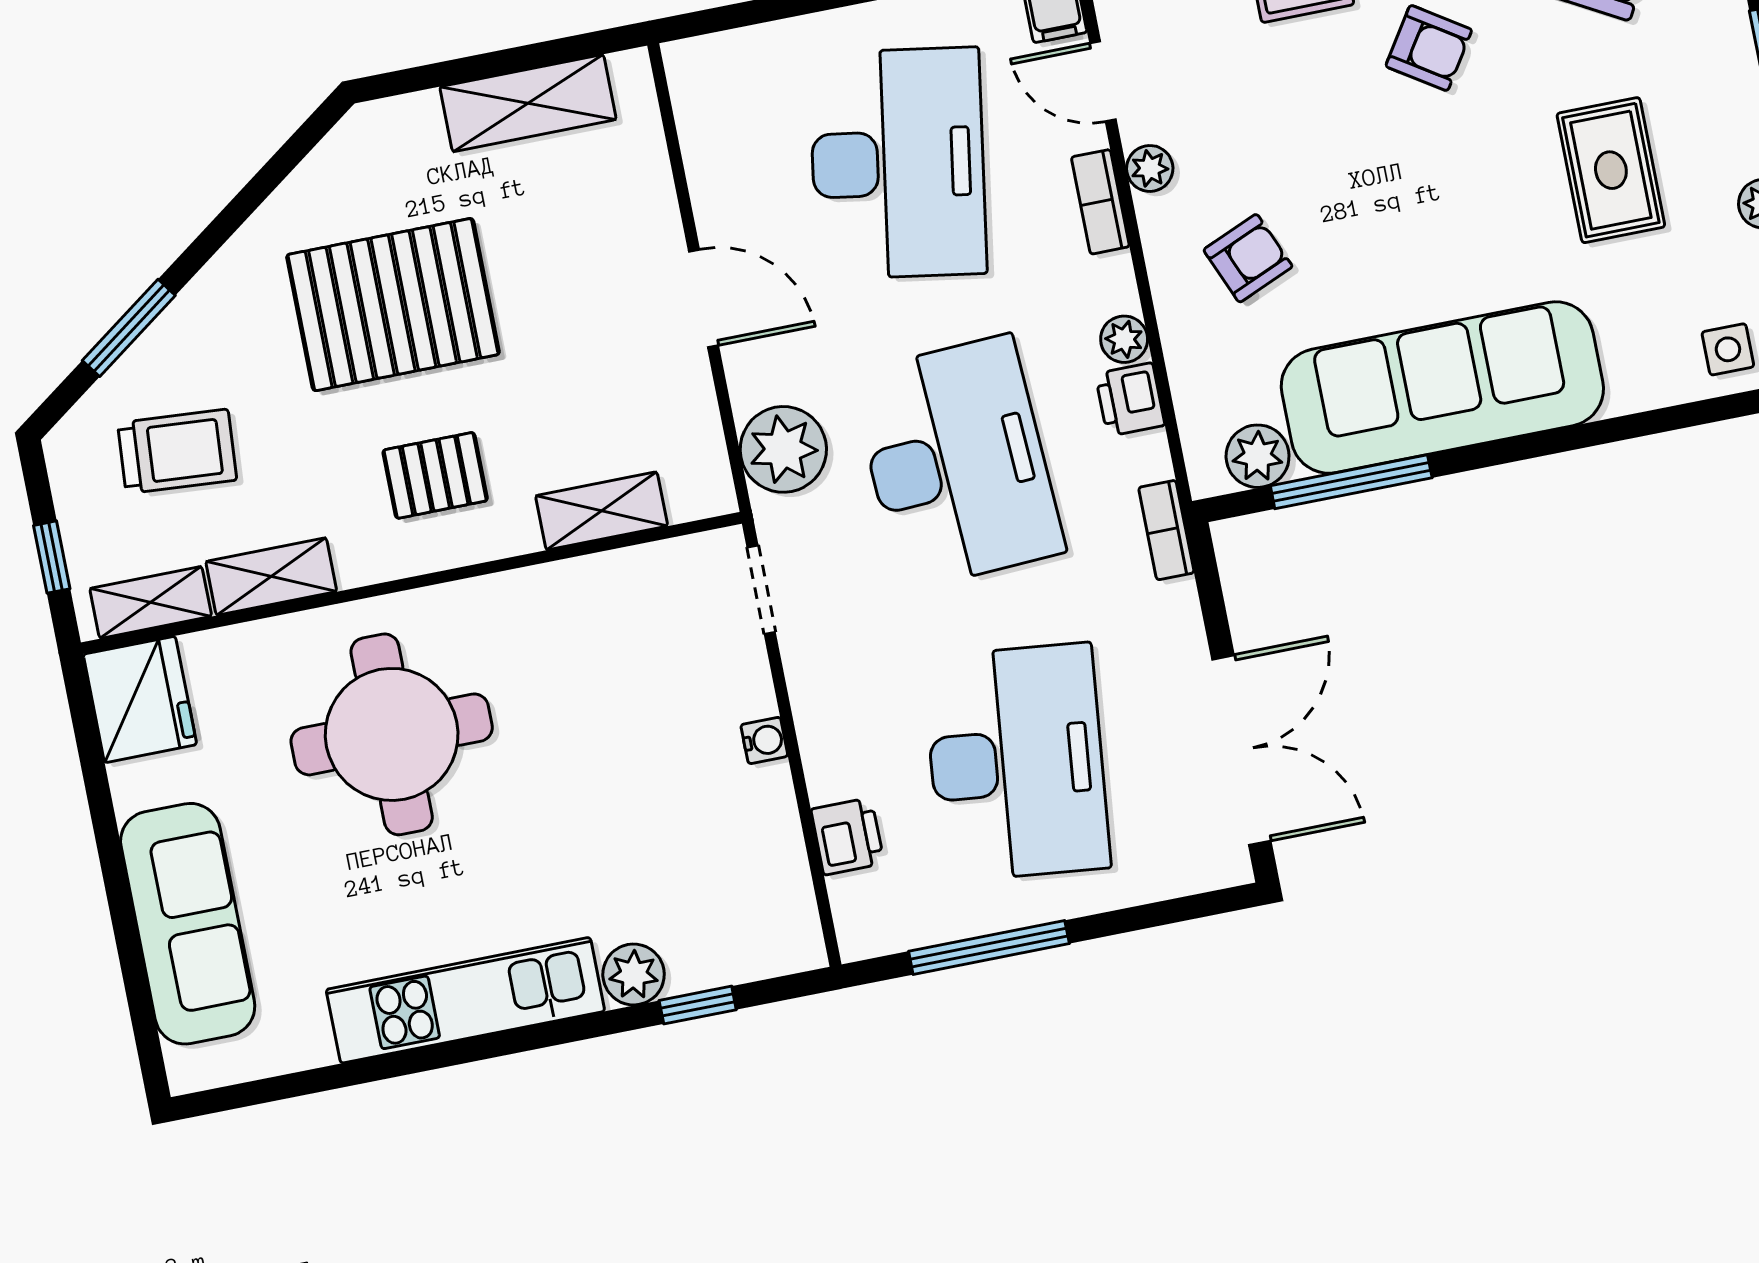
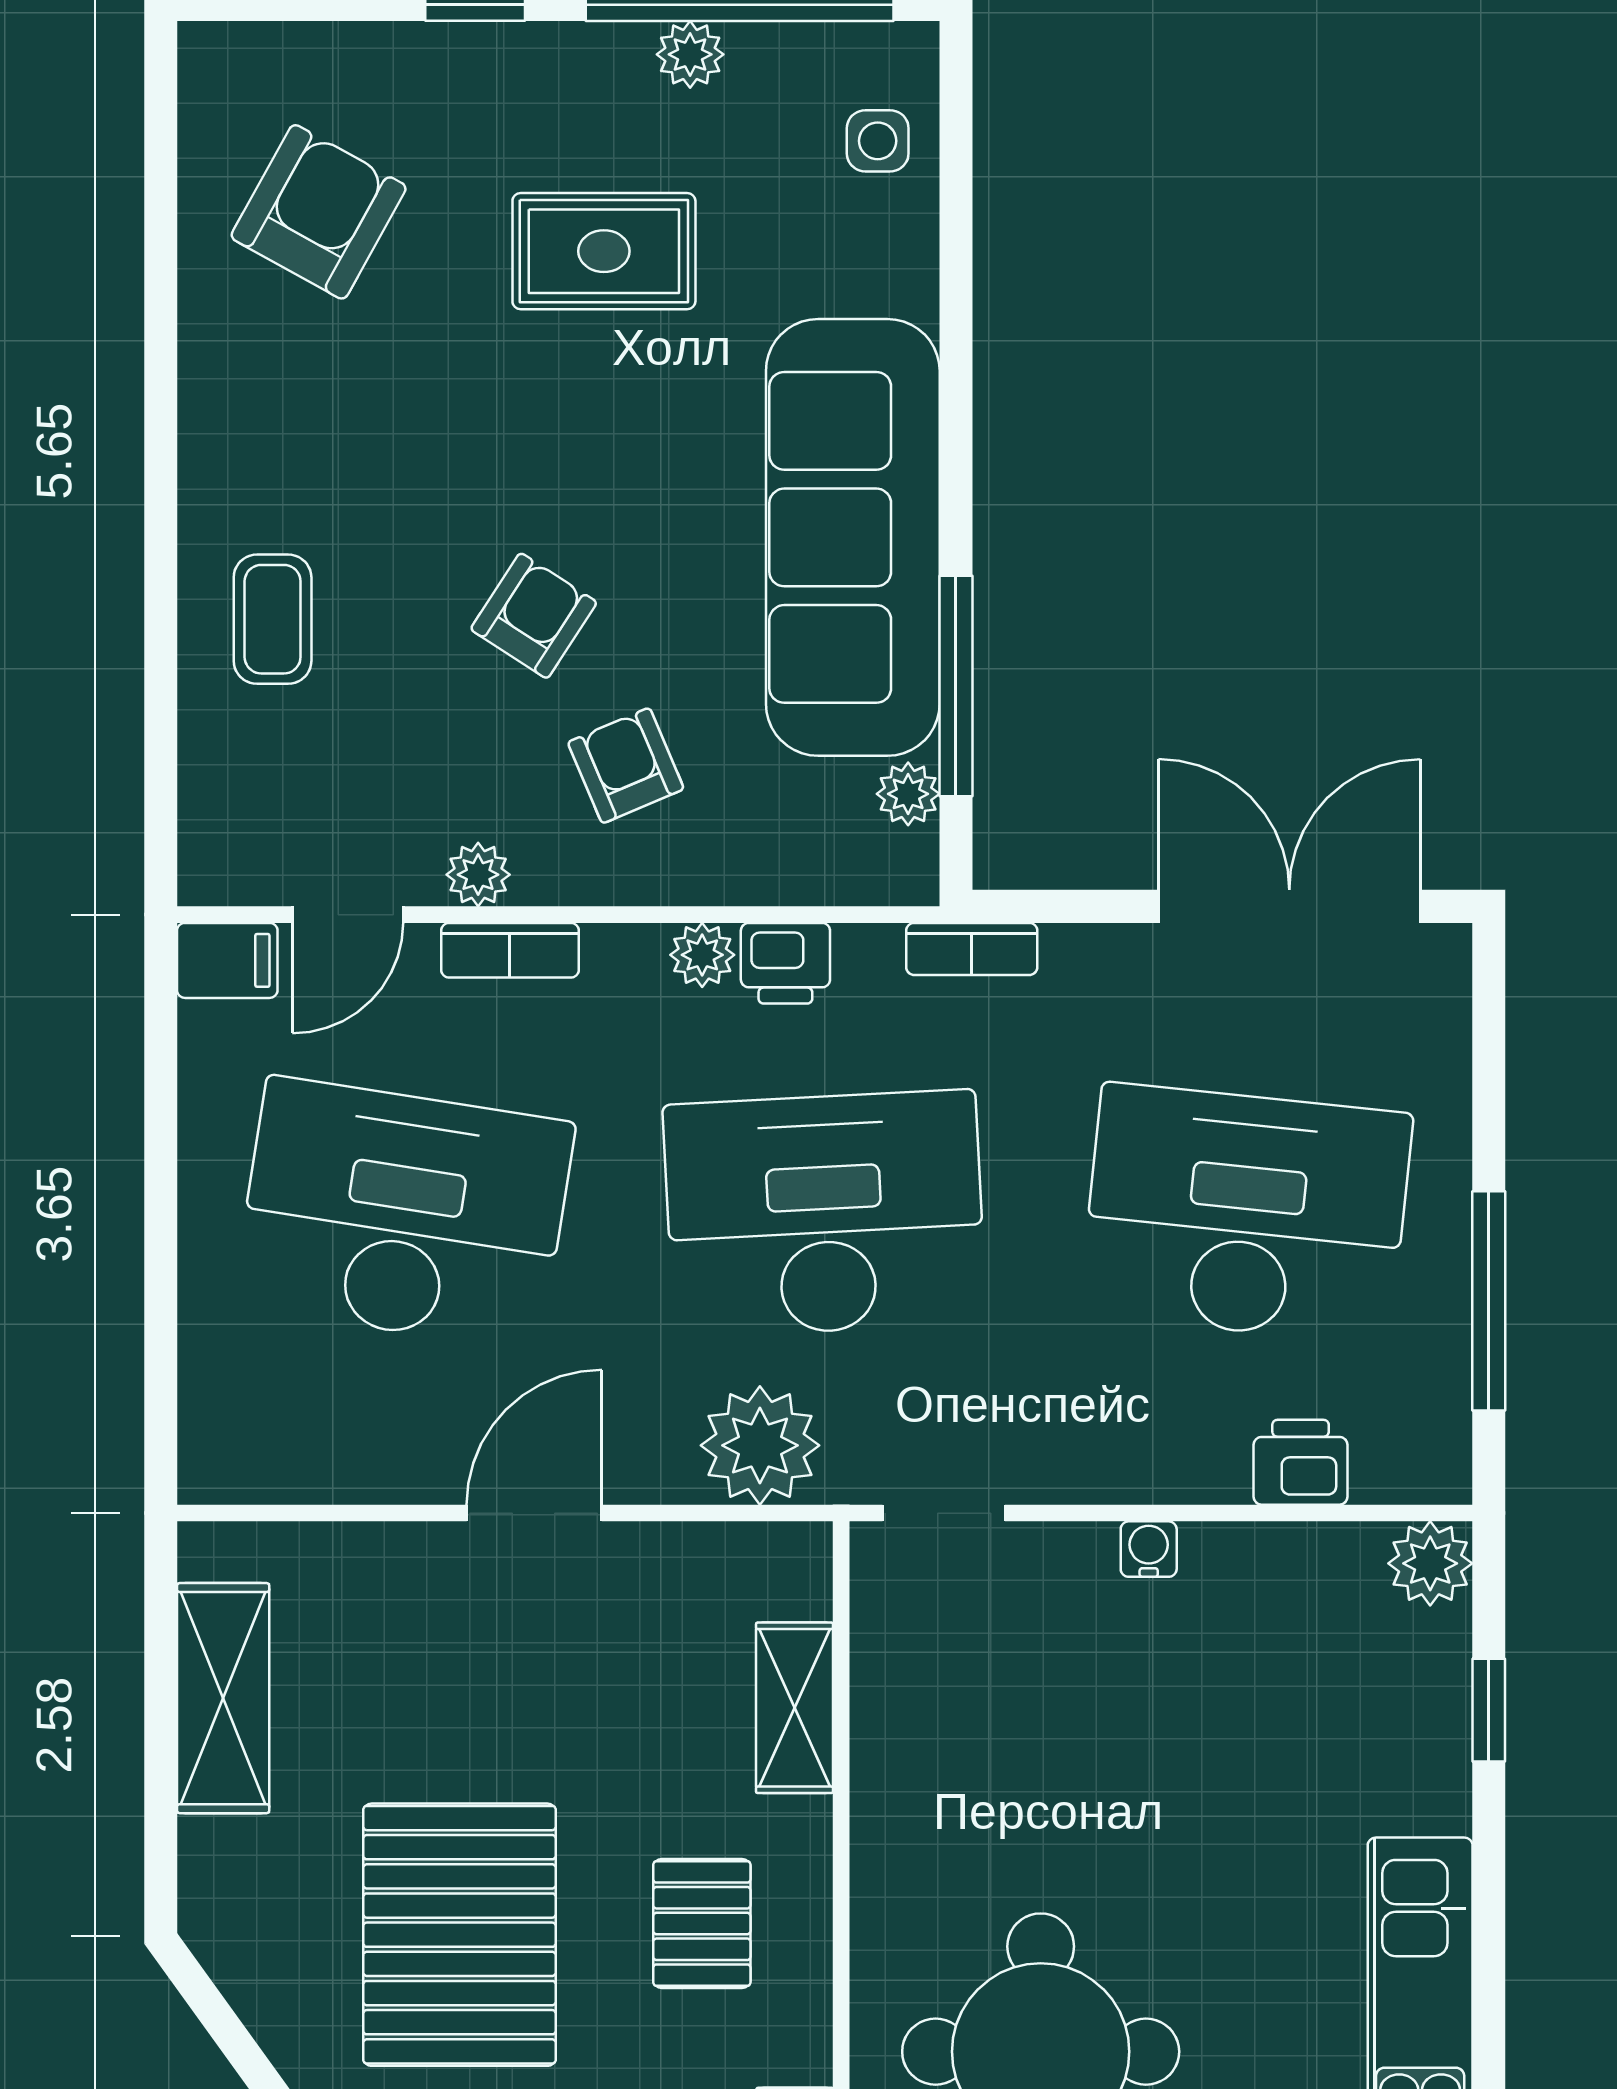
armchair: (1429, 48) -> (534, 616), moved
plant: (1258, 456) -> (908, 794), width x0.73, depth x0.73
plant: (634, 974) -> (1430, 1563), moved

